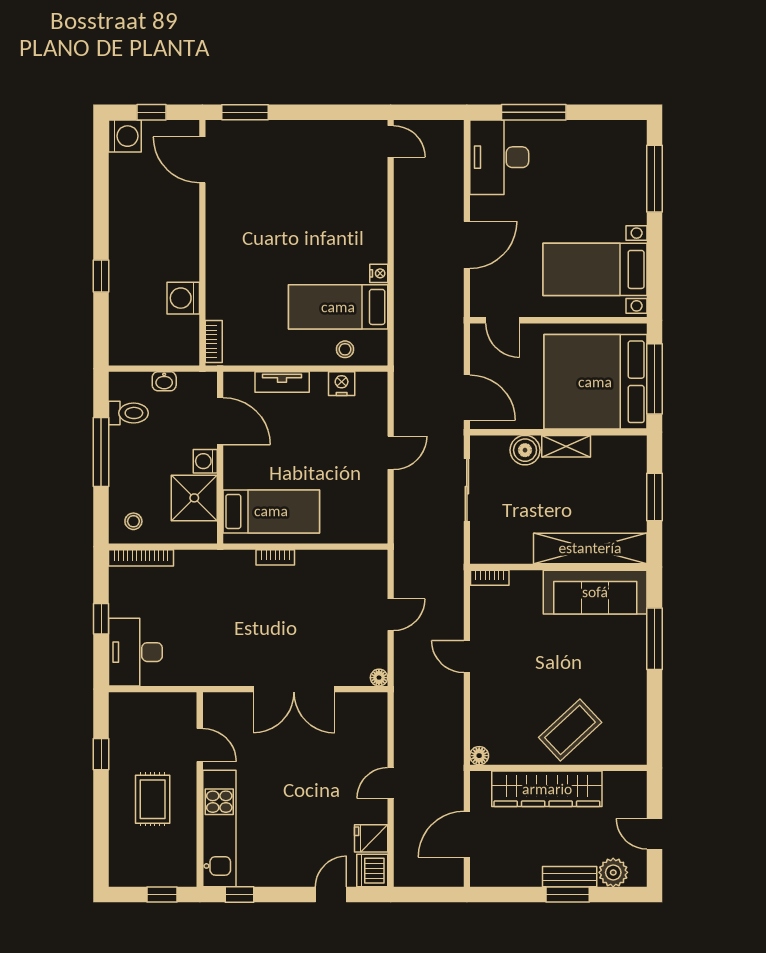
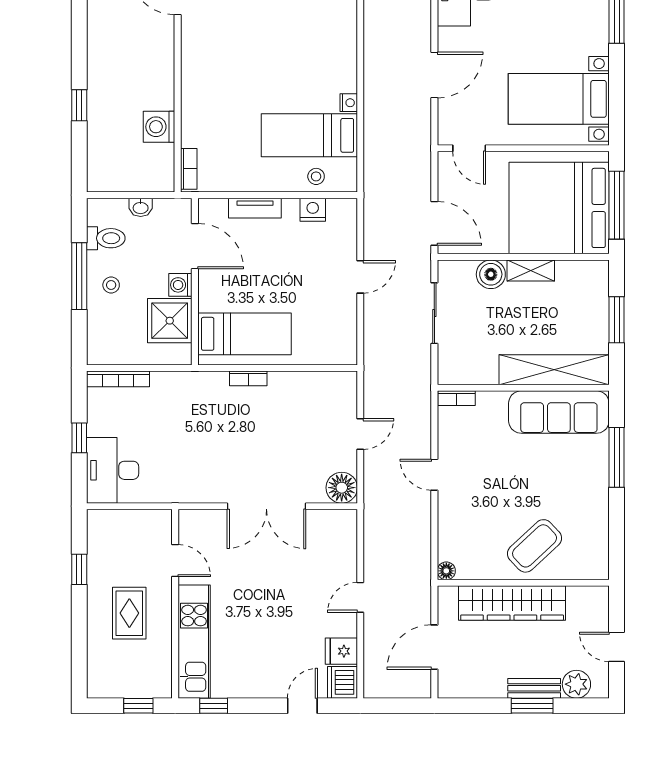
stool: (133, 521) -> (111, 285), moved
floor lamp: (379, 678) -> (342, 488), width x1.89, depth x1.89

